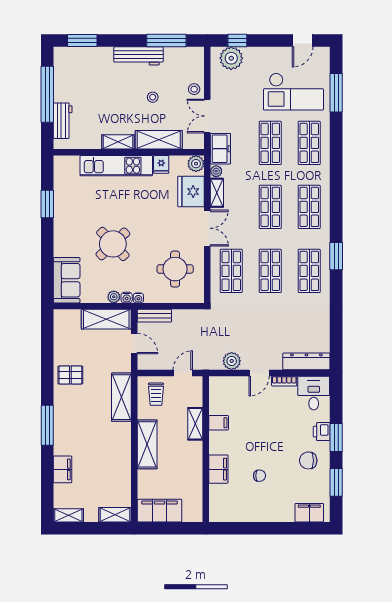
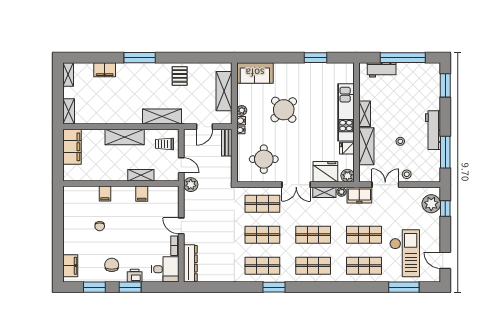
checkout: (293, 92) -> (405, 253), turned 180
shelving: (106, 319) -> (224, 91), moved
plant: (232, 361) -> (191, 185), moved
filing cabinet: (218, 469) -> (105, 193), width x0.50

